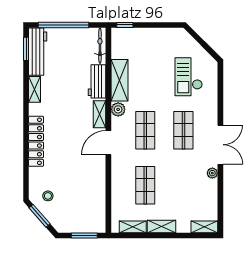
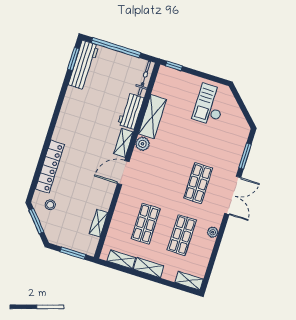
checkout: (189, 77) -> (210, 105), moved
shelving: (35, 89) -> (98, 223), moved
window: (220, 90) -> (245, 156), added
shop shelf: (145, 130) -> (182, 235), moved
locker: (36, 141) -> (50, 167), moved
double door: (220, 145) -> (233, 195), moved

